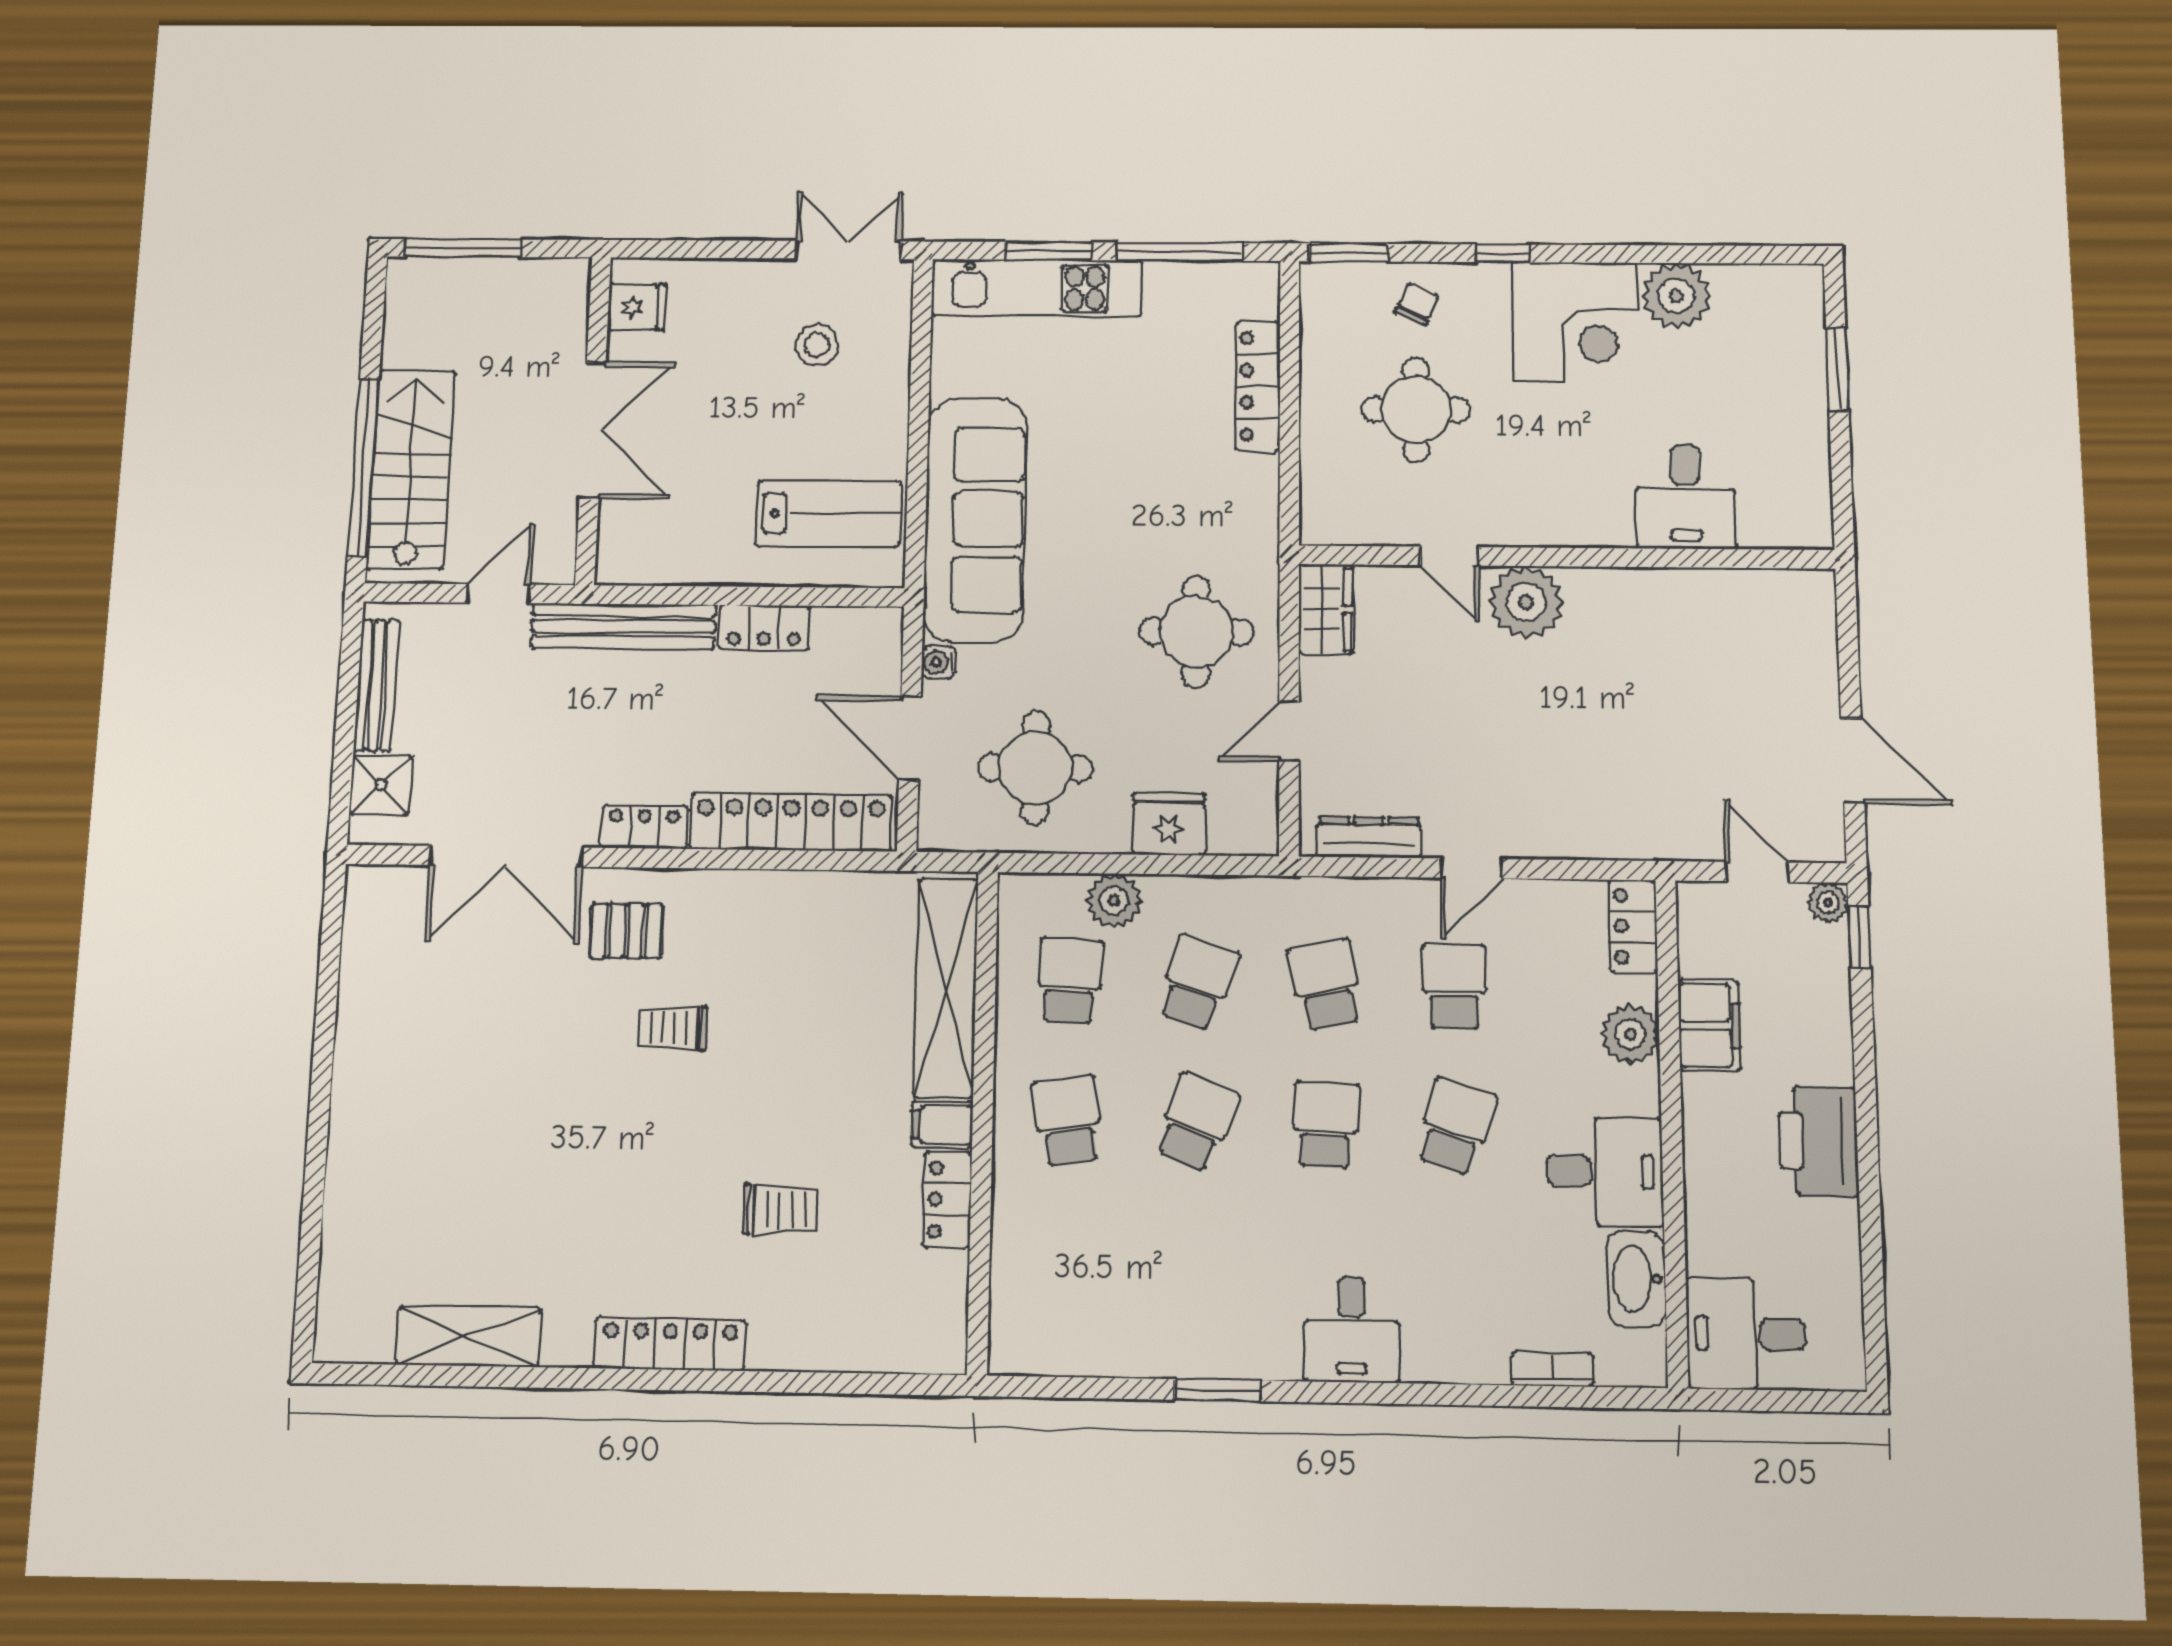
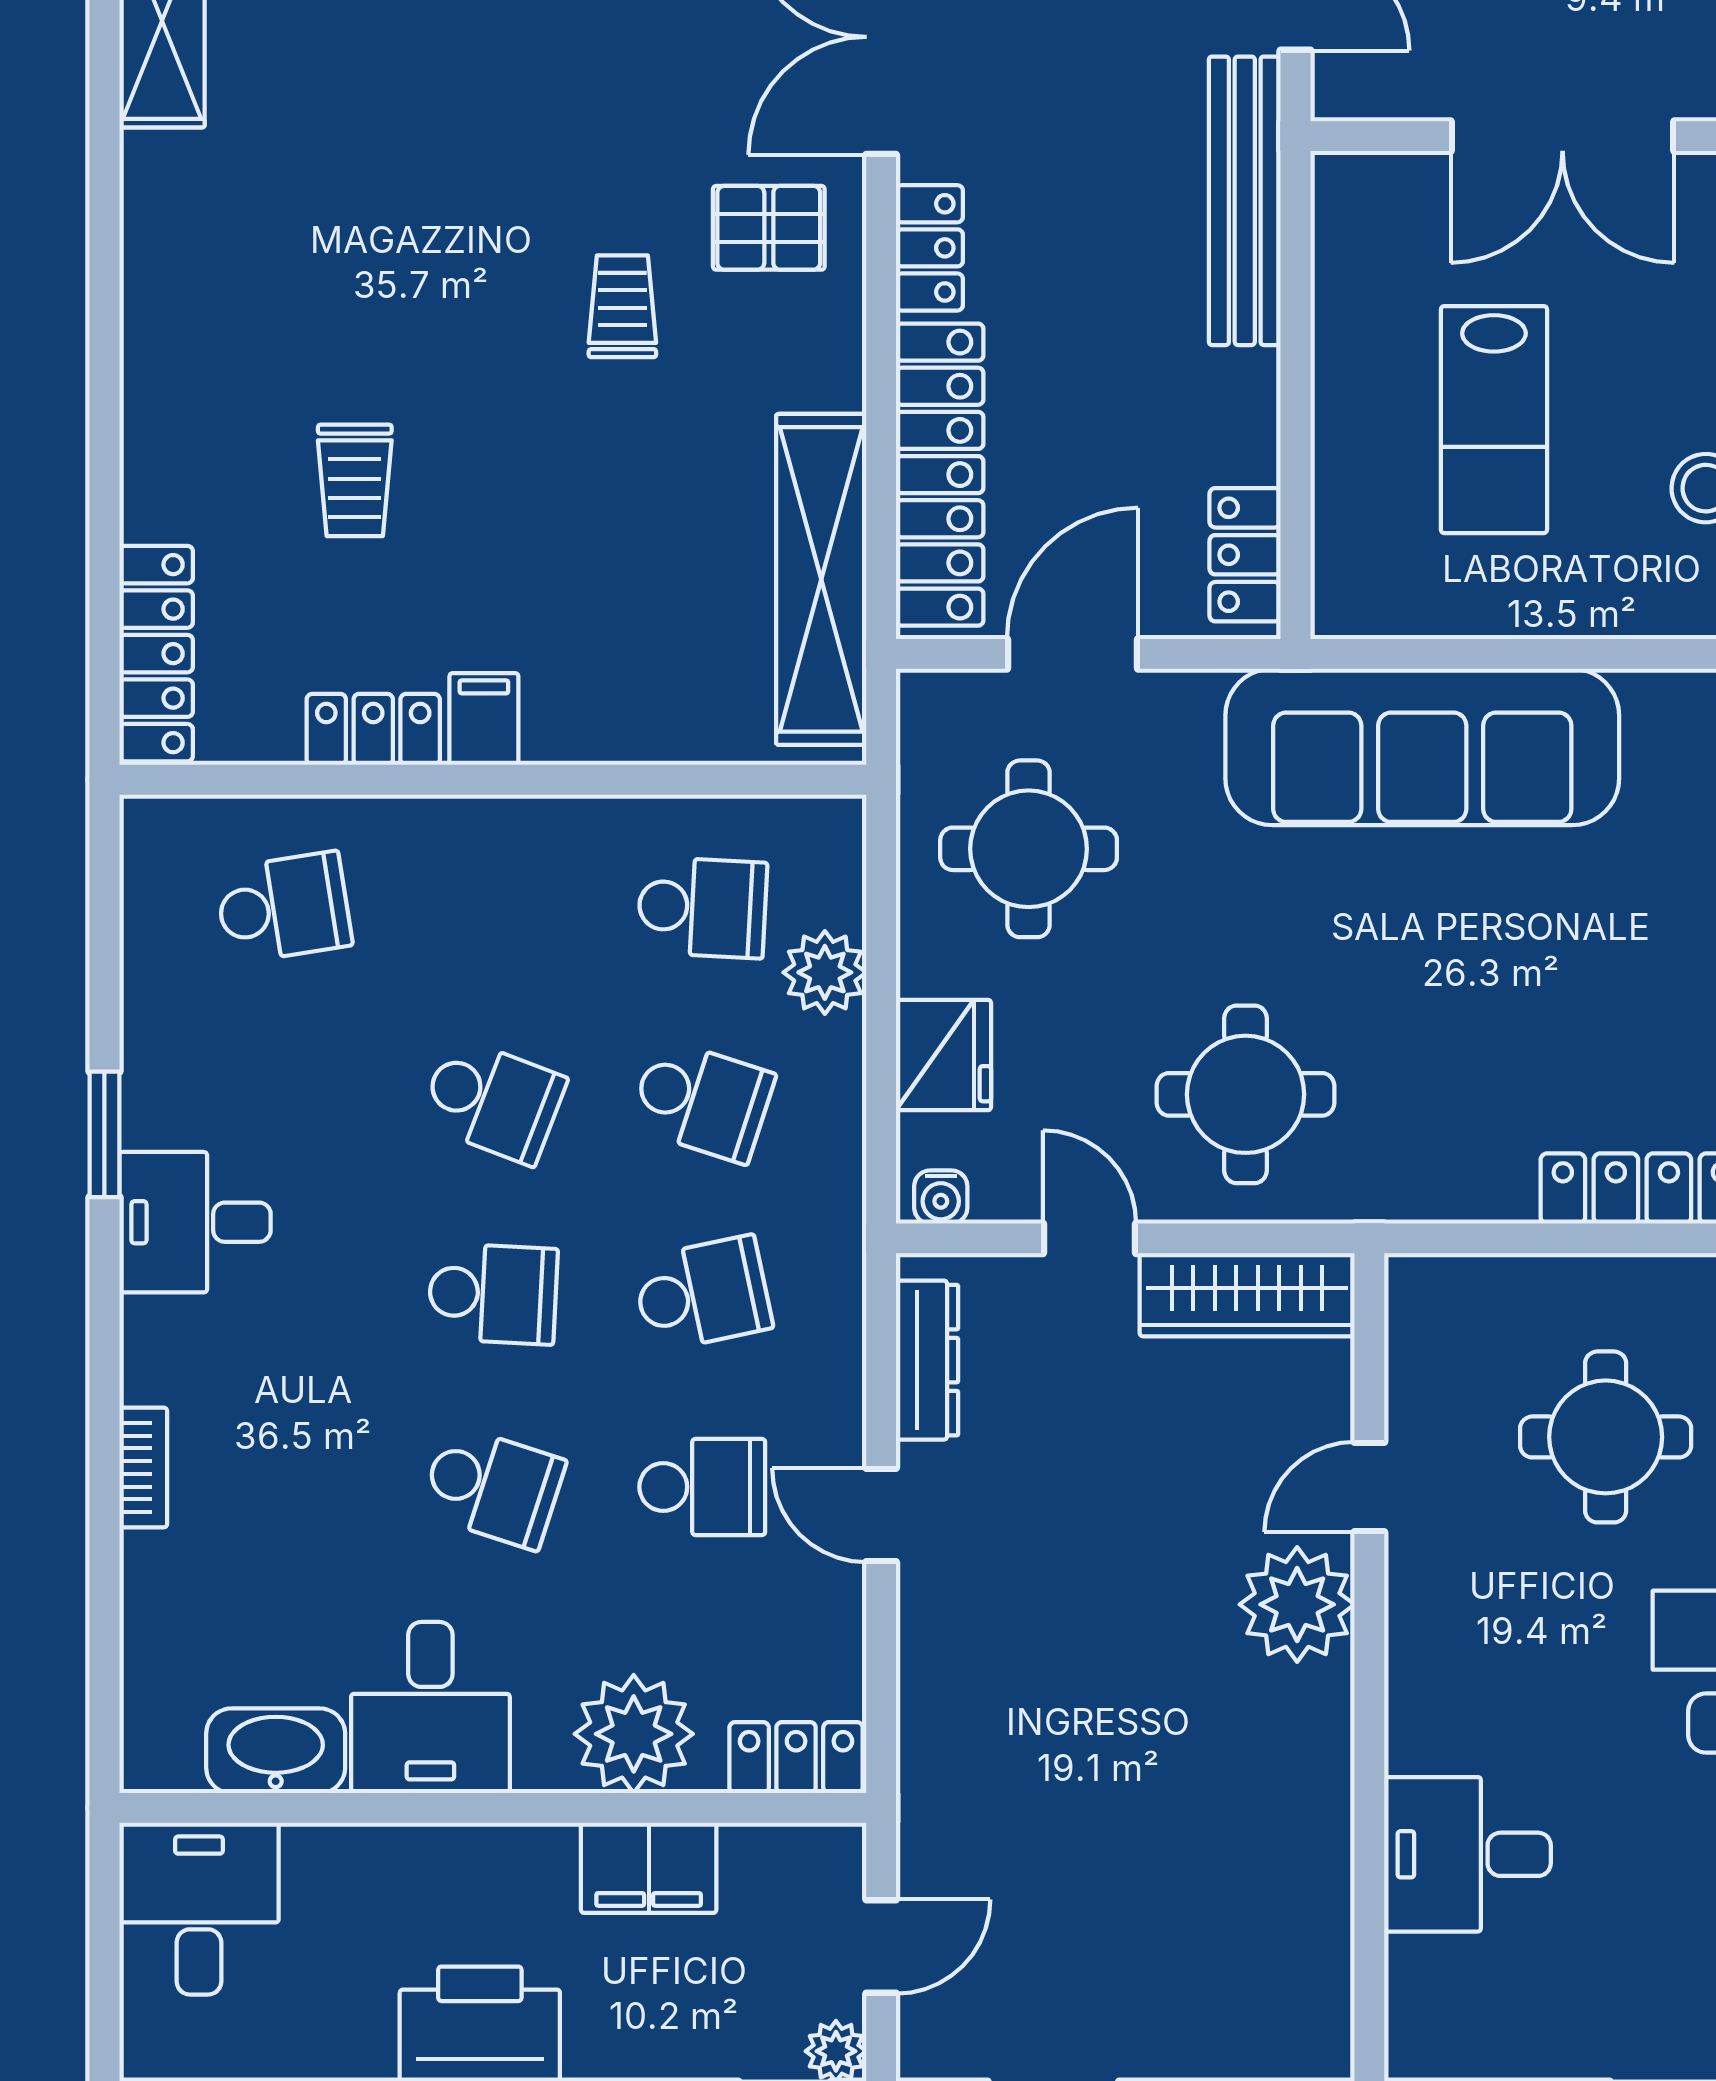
lab bench: (828, 514) -> (1494, 420), moved
wardrobe: (1326, 609) -> (1247, 1295), width x1.50
locker: (764, 628) -> (1245, 555), moved
water cooler: (939, 662) -> (941, 1197), moved, turned 180
pallet: (626, 931) -> (769, 228), turned 90
shelving: (946, 987) -> (821, 579), moved, turned 90
plant: (1630, 1034) -> (634, 1734), width x1.36, depth x1.36
school desk: (1068, 1121) -> (283, 907), moved
desk: (1352, 1329) -> (195, 1222), moved
locker: (670, 1344) -> (156, 654), moved
bookcase: (1552, 1369) -> (143, 1467), moved

